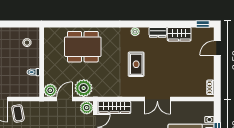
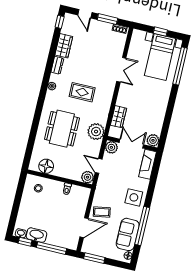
floor lamp: (51, 45) -> (46, 166), added
dining table: (83, 47) -> (62, 129), moved
window: (217, 72) -> (107, 19), added
plant: (84, 88) -> (96, 132), moved
double door: (157, 99) -> (121, 70), moved
wardrobe: (114, 107) -> (118, 117), width x0.67

